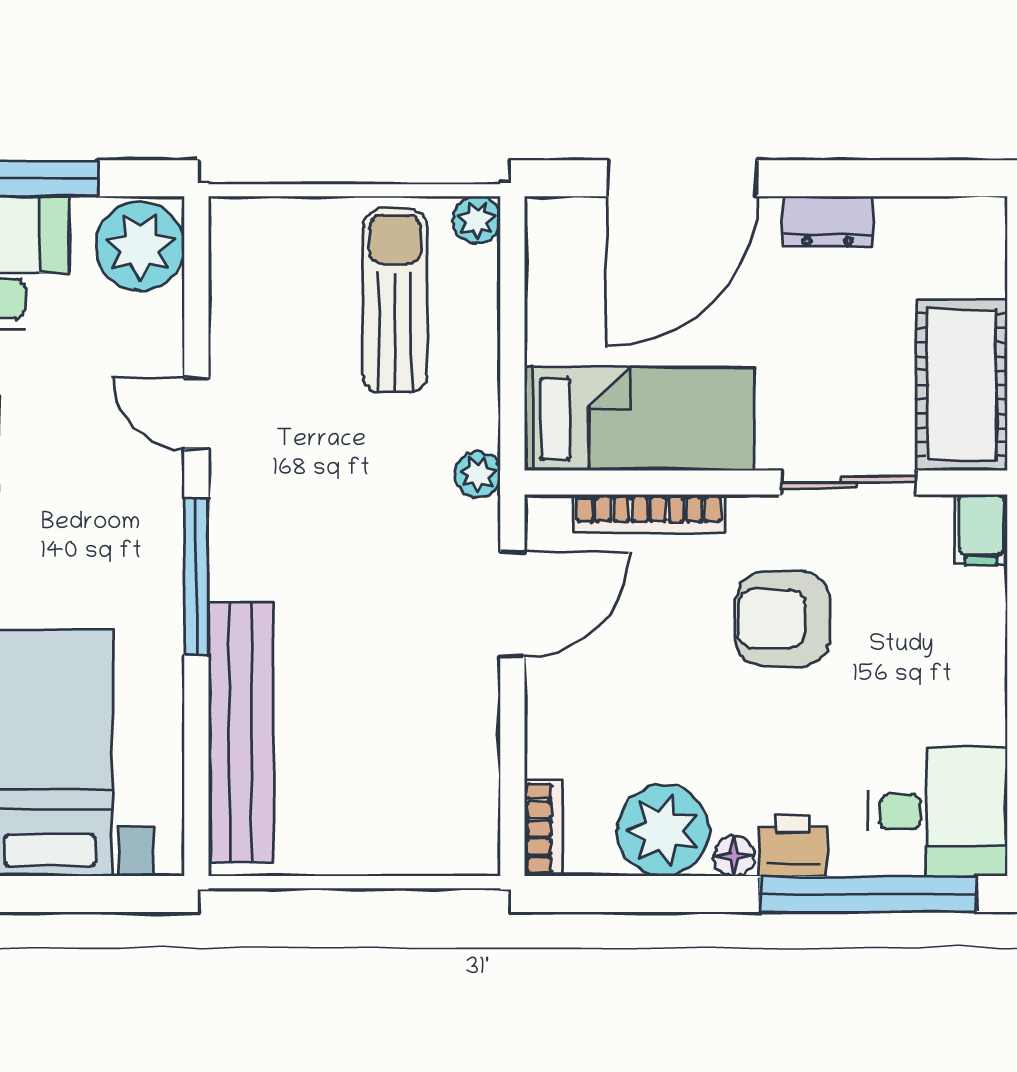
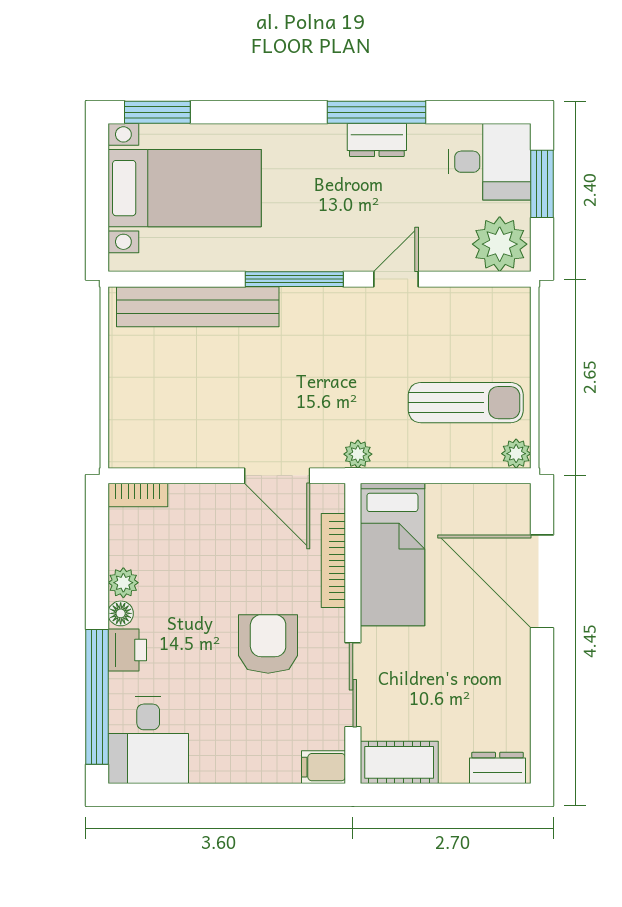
dresser: (828, 221) -> (498, 768), moved, turned 90
cot: (962, 385) -> (399, 762), width x0.73, depth x0.75
plant: (663, 830) -> (123, 583), width x0.53, depth x0.53

